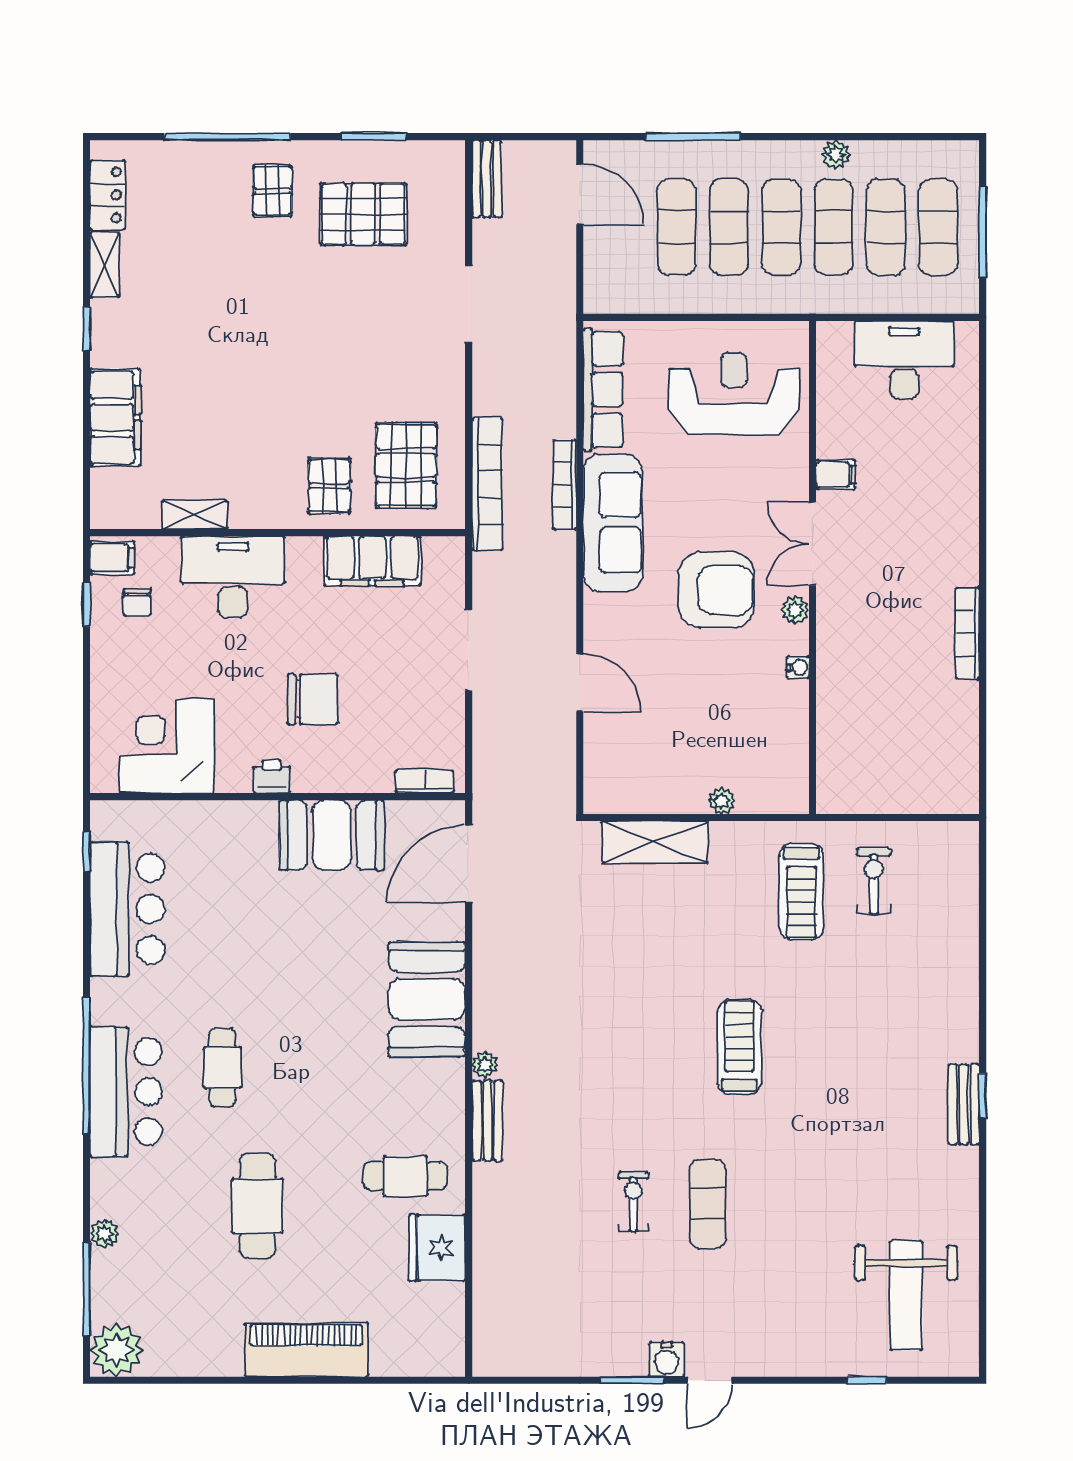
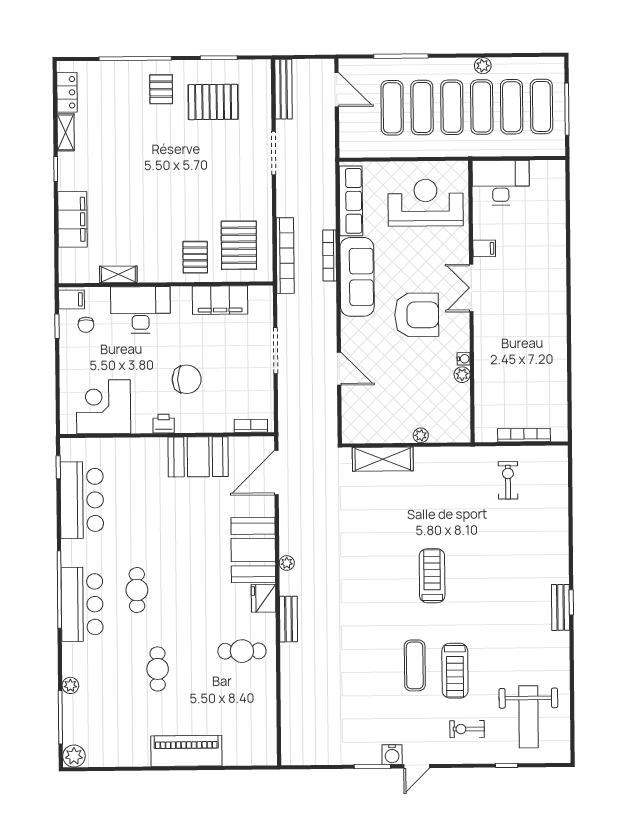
bench: (487, 179) -> (284, 89), width x1.36
desk: (904, 360) -> (501, 183), moved
plant: (795, 610) -> (462, 375), moved
bookcase: (967, 633) -> (524, 435), moved, turned 90
treadmill: (801, 892) -> (455, 671), moved
plant: (485, 1065) -> (287, 563), moved
exercise bike: (633, 1202) -> (467, 729), moved, turned -90
cafe table: (257, 1206) -> (158, 669), width x0.73, depth x0.74
fridge: (437, 1248) -> (264, 598), moved, width x0.73, depth x0.75
plant: (117, 1350) -> (74, 756), width x0.73, depth x0.73

